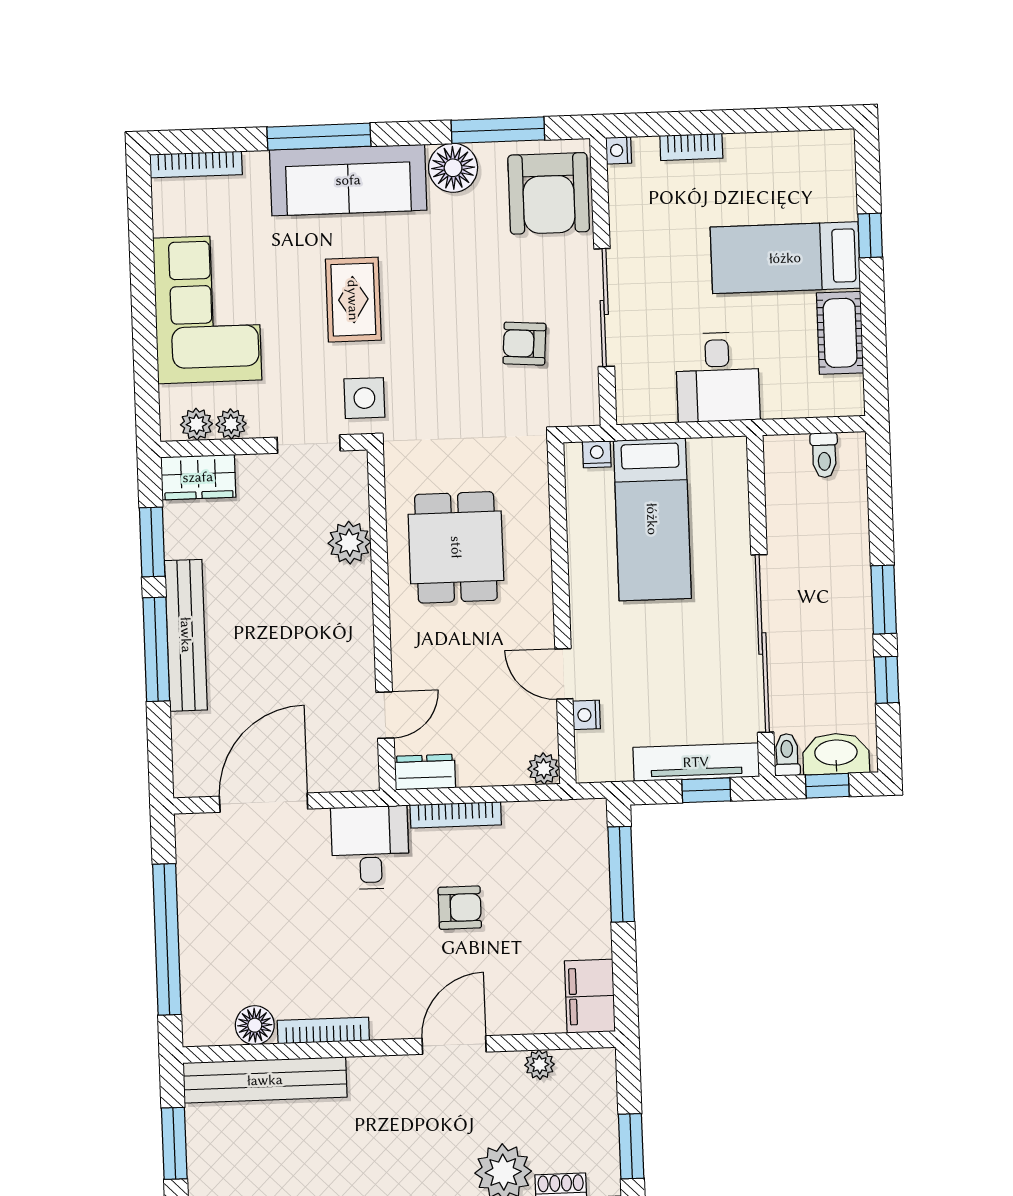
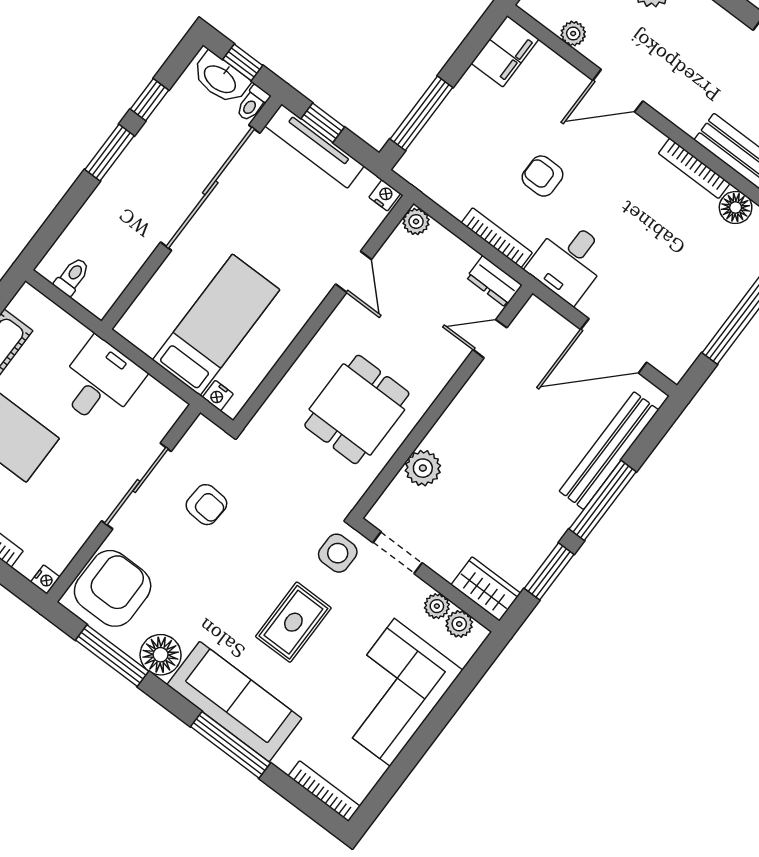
bench: (186, 635) -> (609, 451), moved
nightstand: (587, 715) -> (385, 195), moved, turned -90

